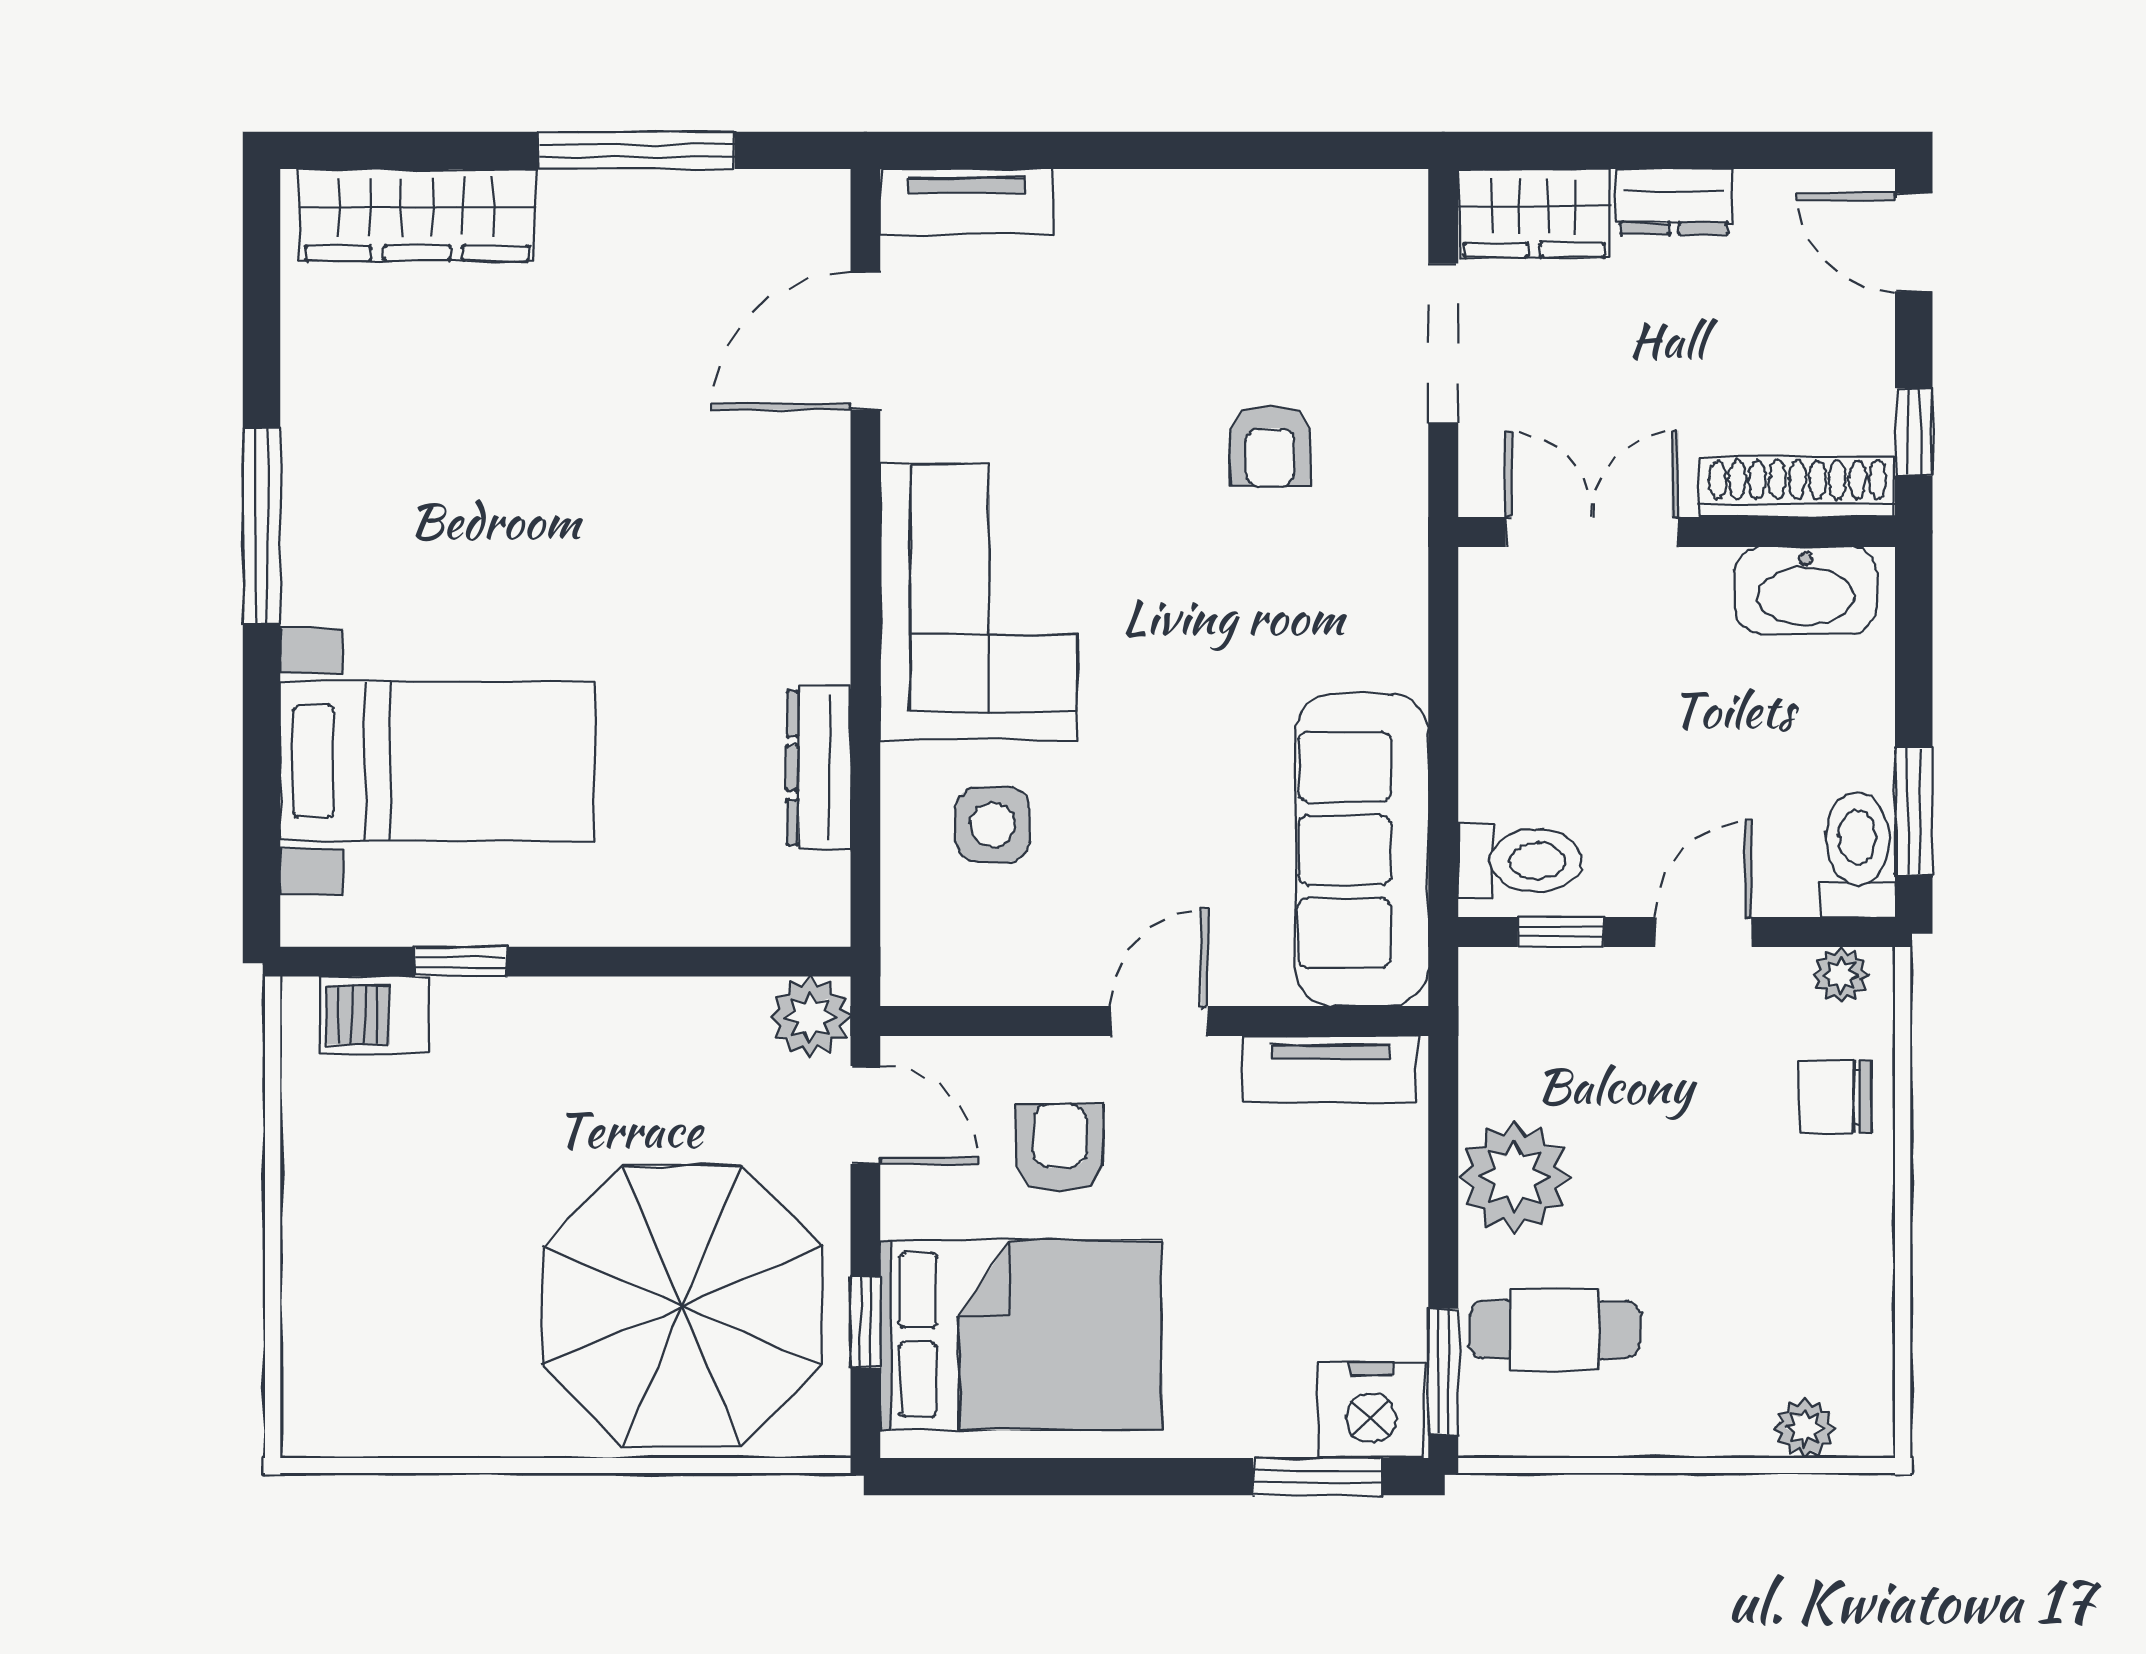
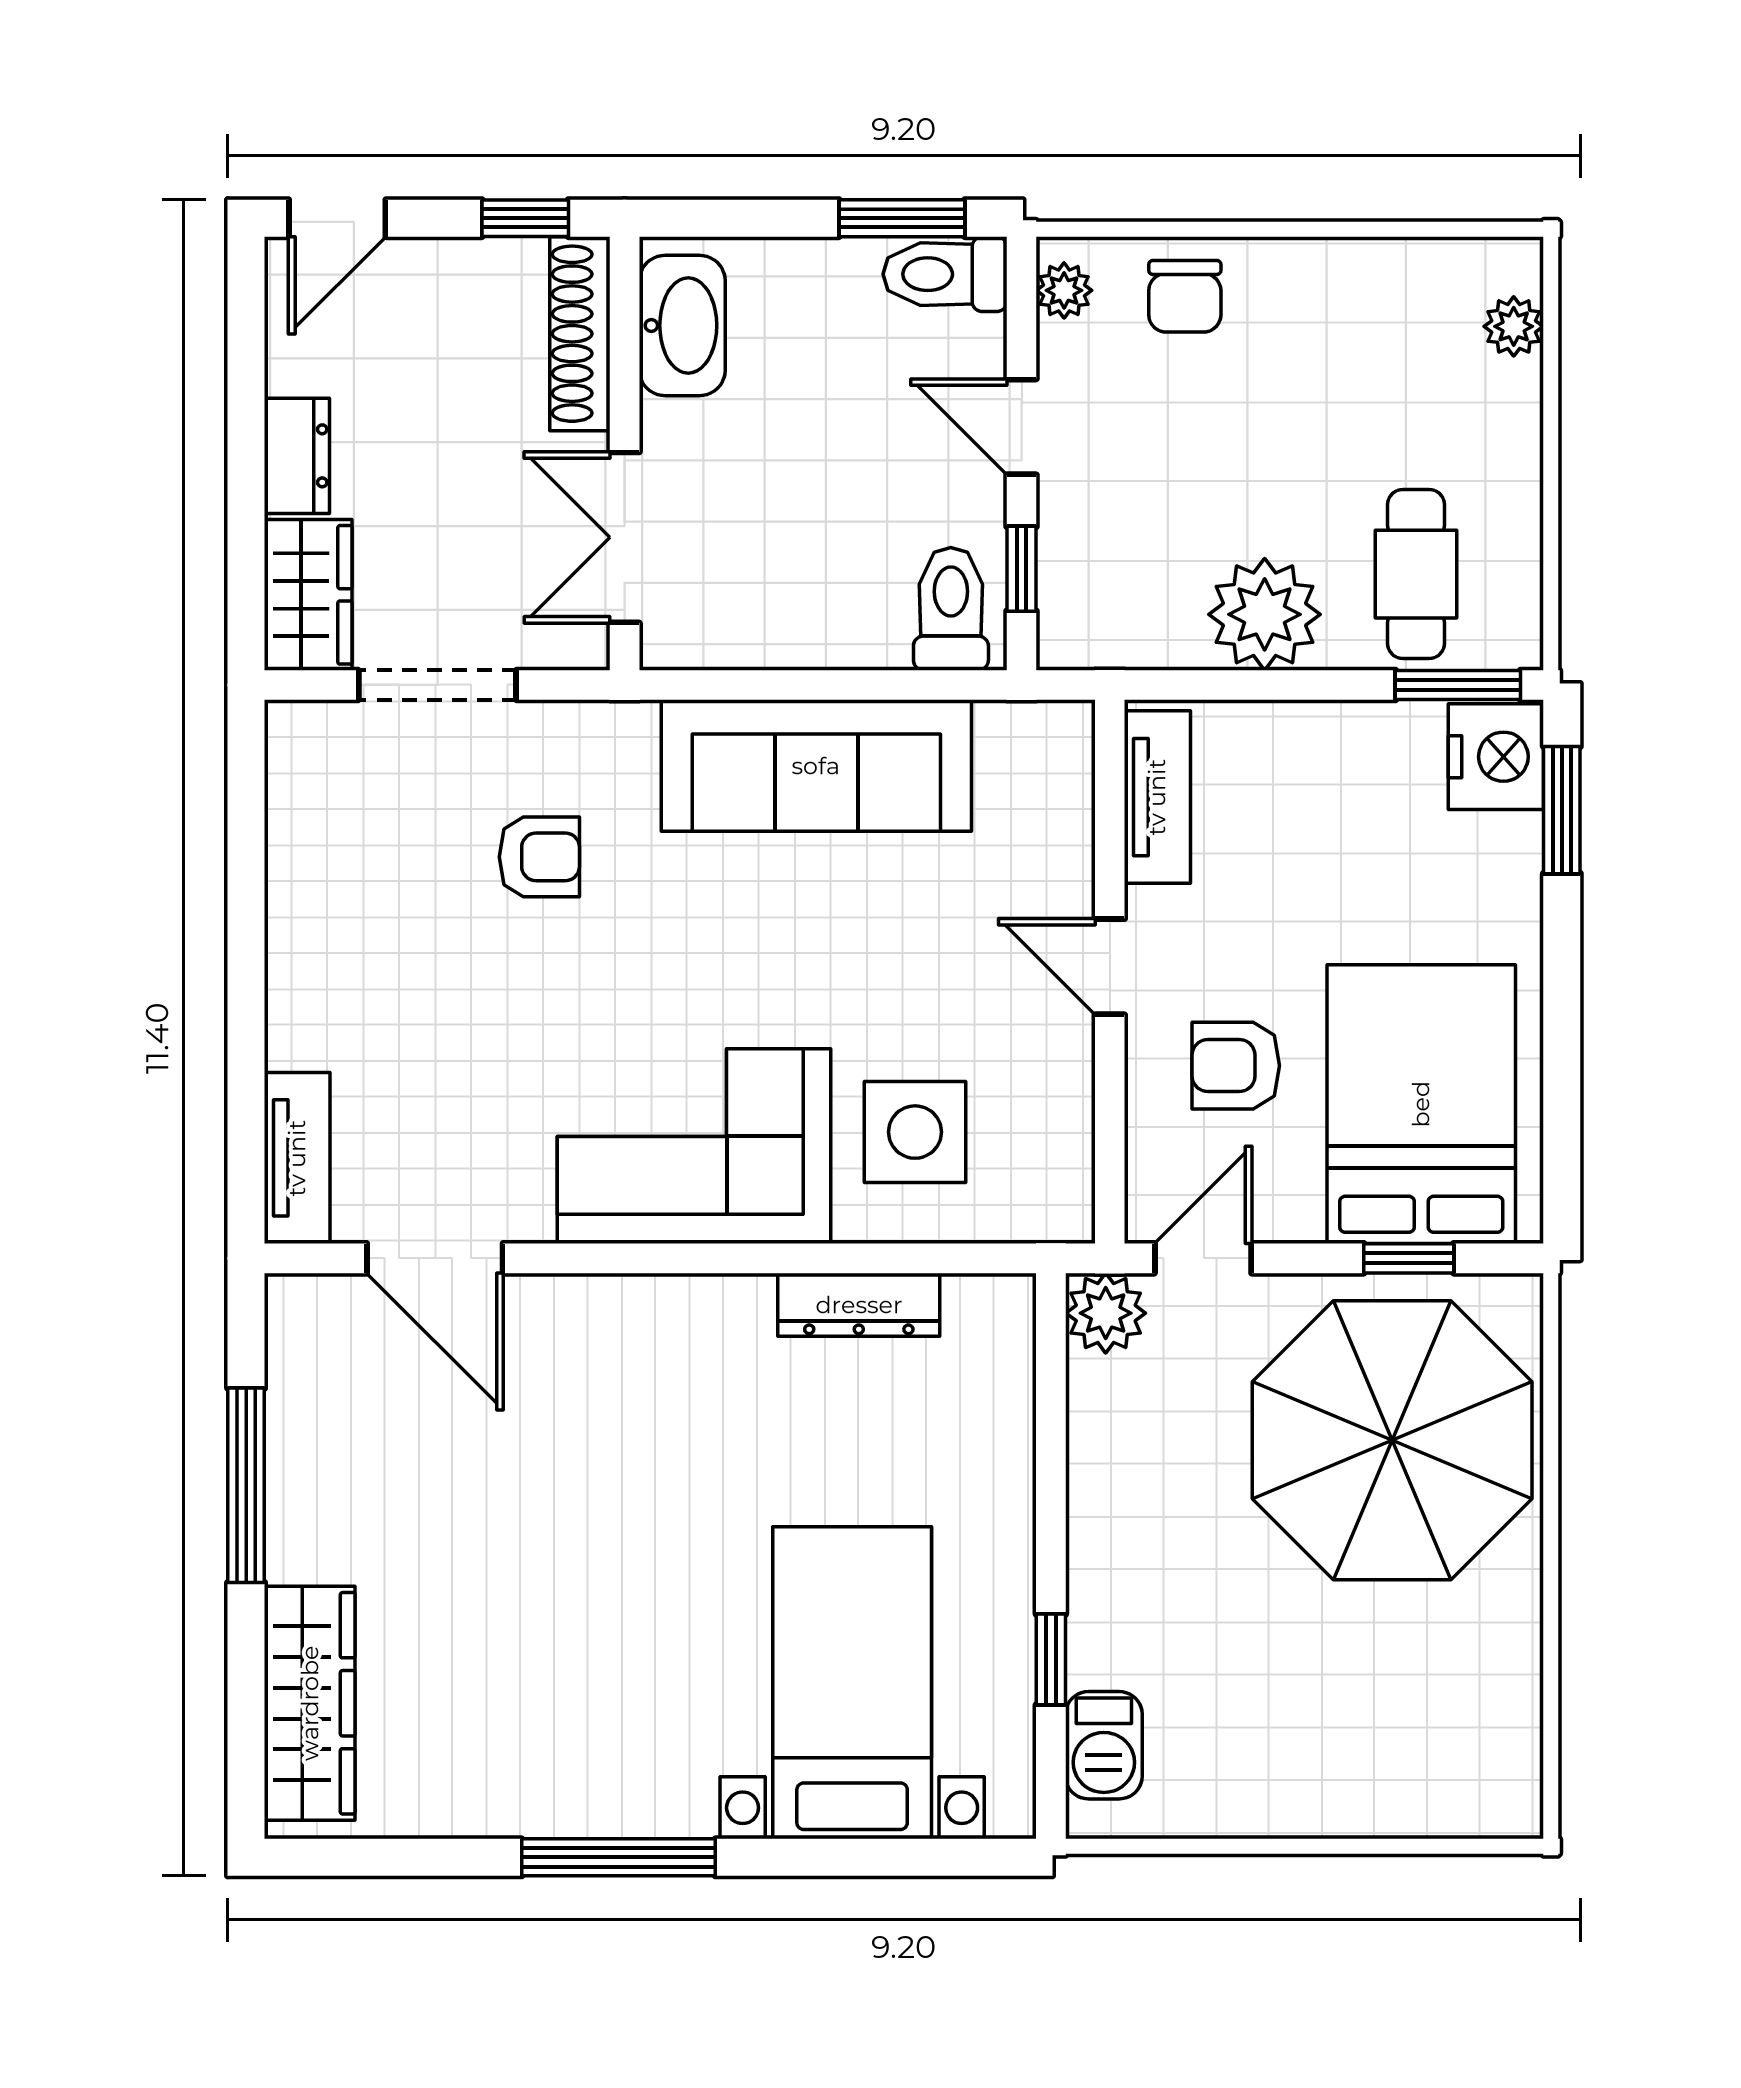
side table: (993, 825) -> (915, 1132), width x1.37, depth x1.37
sofa: (1362, 850) -> (816, 766), moved

